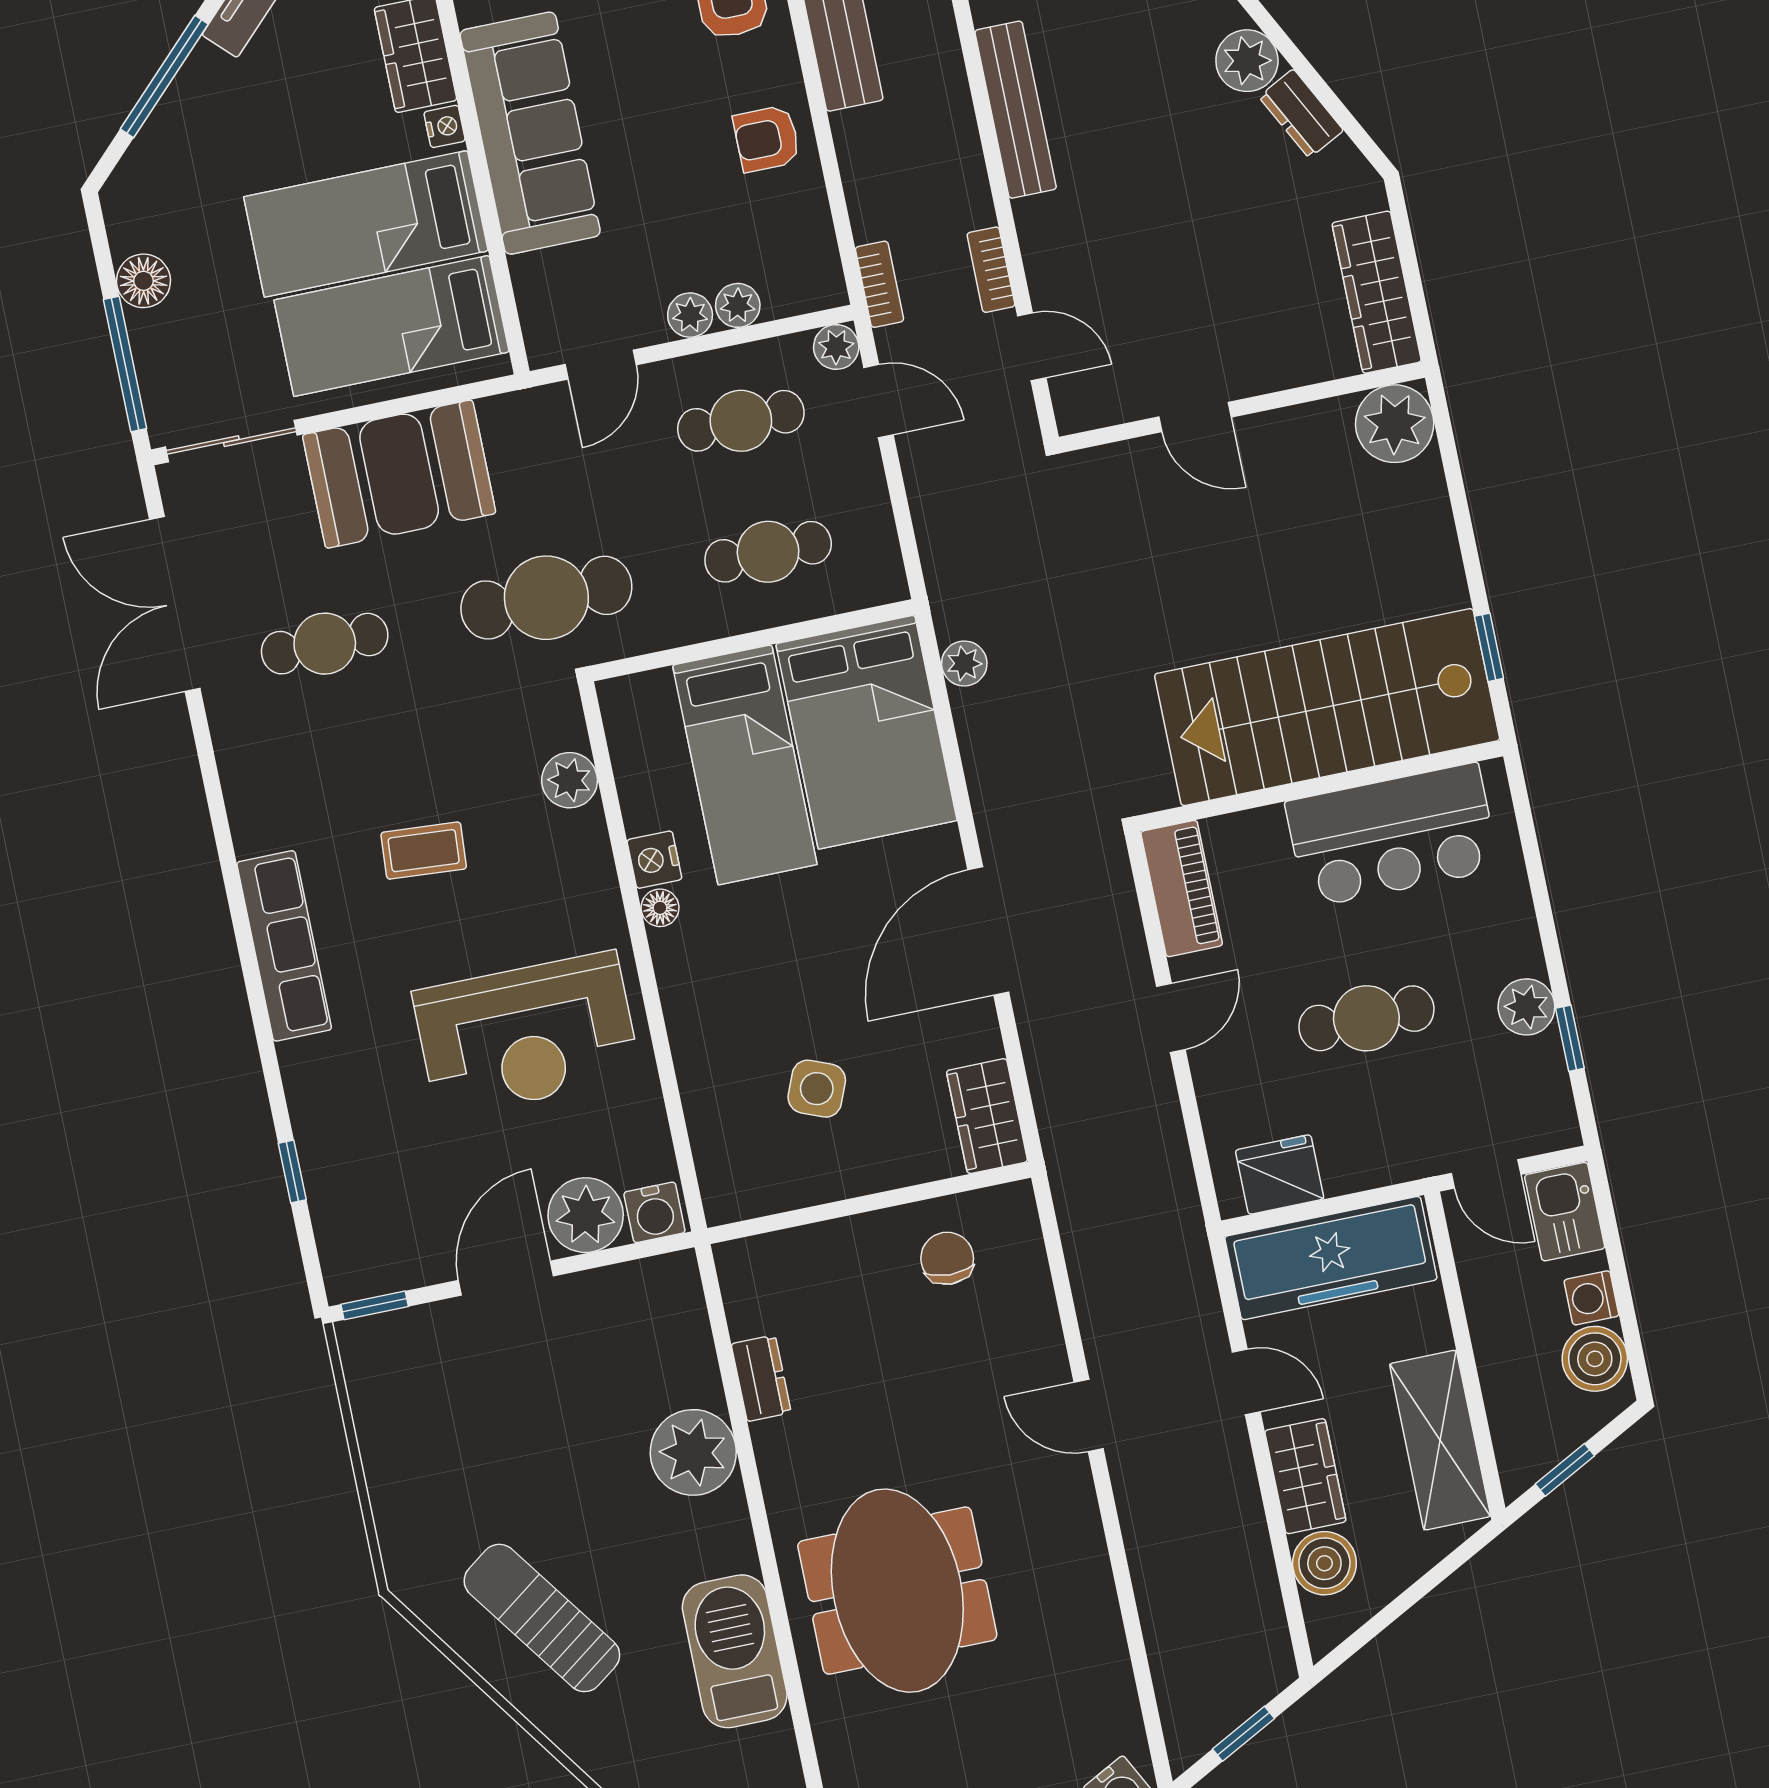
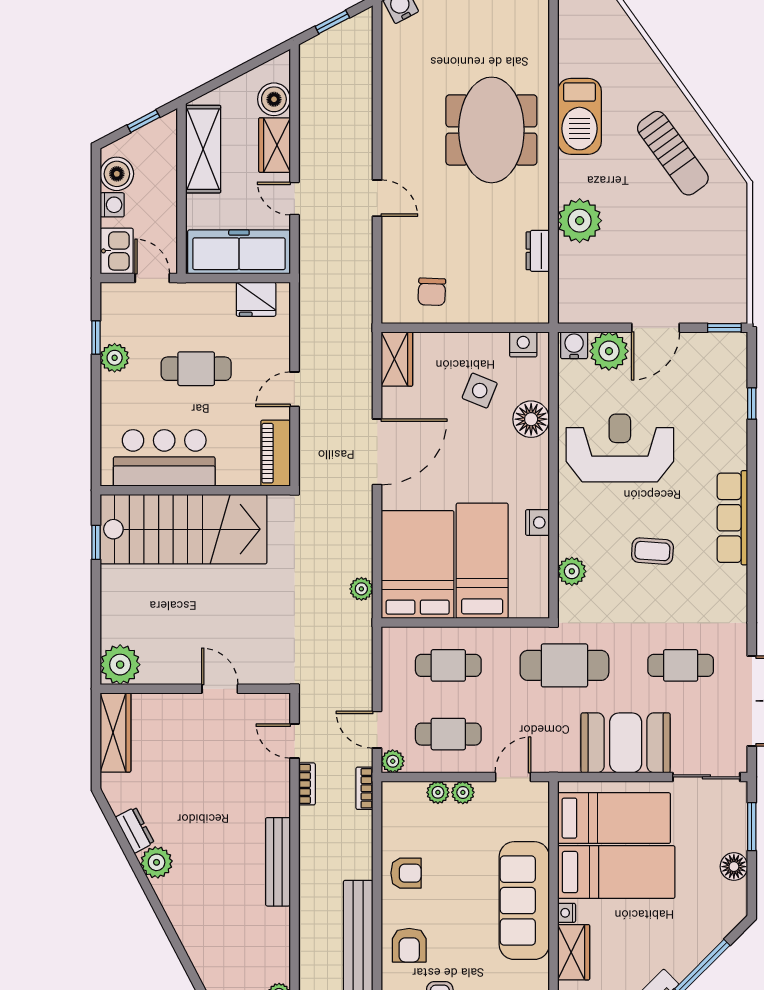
window: (125, 364) -> (752, 827), width x0.69
floor lamp: (660, 908) -> (531, 419), moved, width x1.89, depth x1.89
nightstand: (752, 1194) -> (523, 344), added

